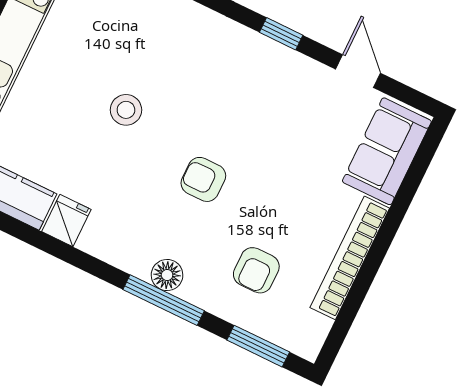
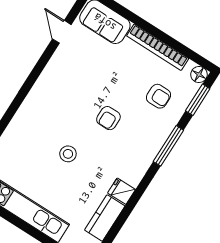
window: (281, 34) -> (38, 69), removed
door: (358, 71) -> (62, 32), hinge flipped
floor lamp: (167, 275) -> (199, 75), moved

